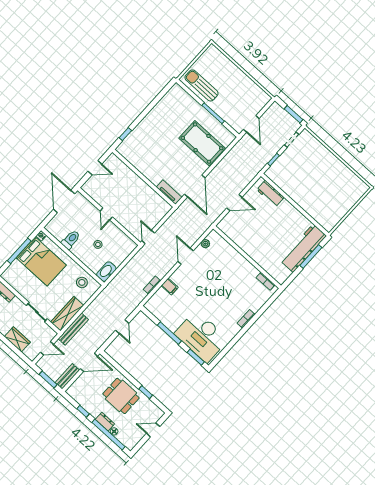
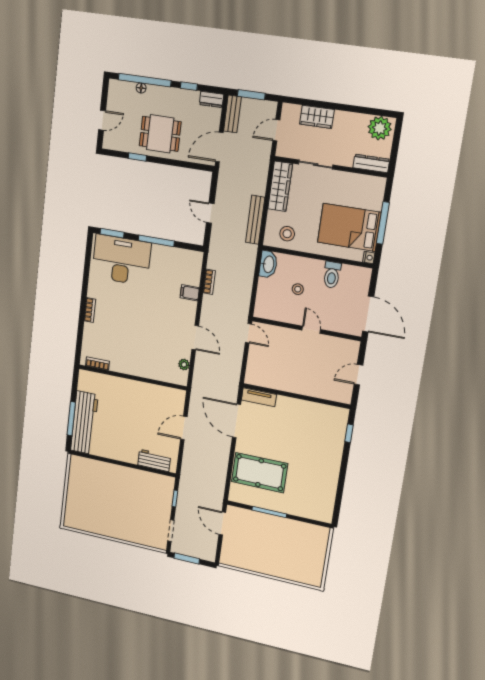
sun lounger: (202, 85) -> (301, 535), removed
bench: (73, 329) -> (255, 220), moved
dresser: (105, 422) -> (211, 99), moved

